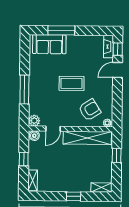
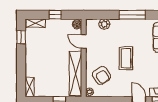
window: (24, 89) -> (132, 15), moved
plant: (34, 121) -> (104, 24), moved
window: (74, 196) -> (21, 37), moved

